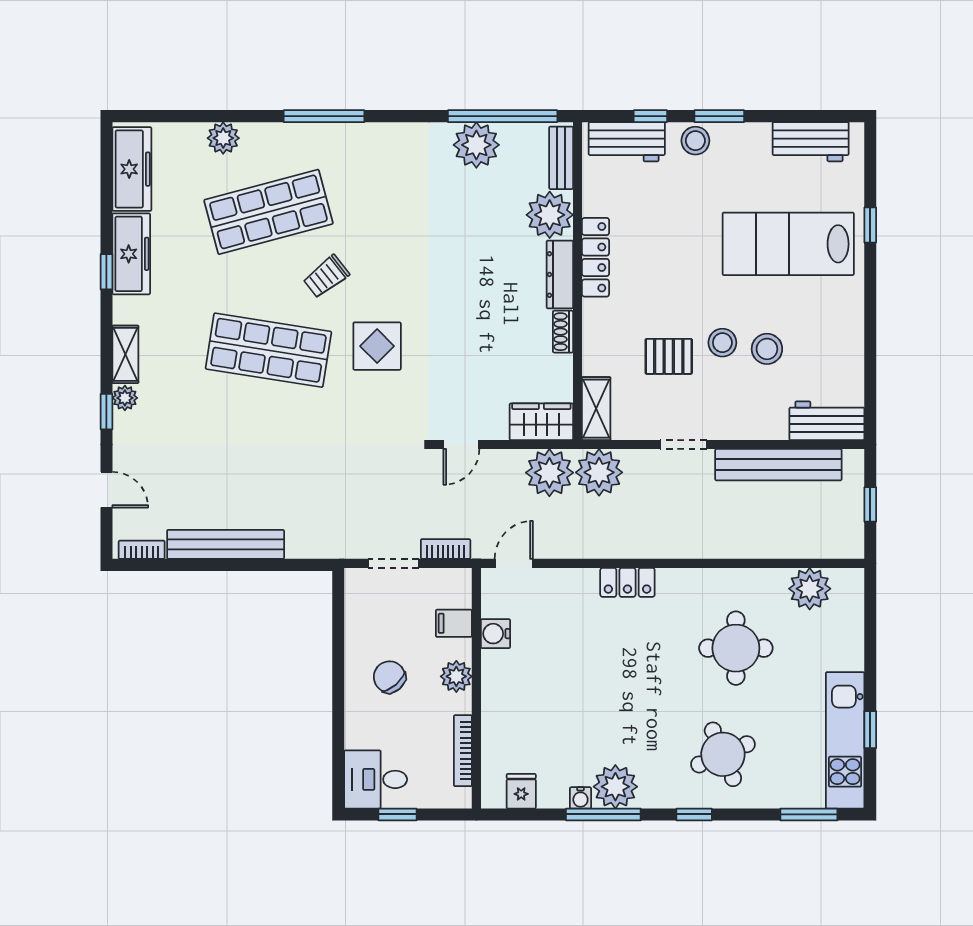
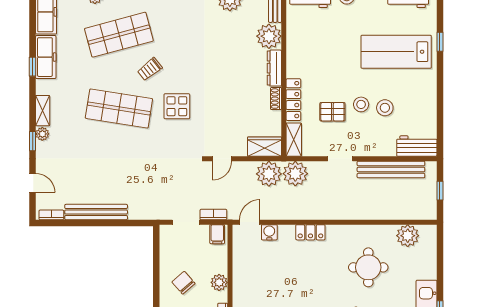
locker: (596, 257) -> (293, 100), moved
filing cabinet: (454, 623) -> (217, 234), moved, turned -90
water cooler: (495, 634) -> (269, 232), moved, turned 90

